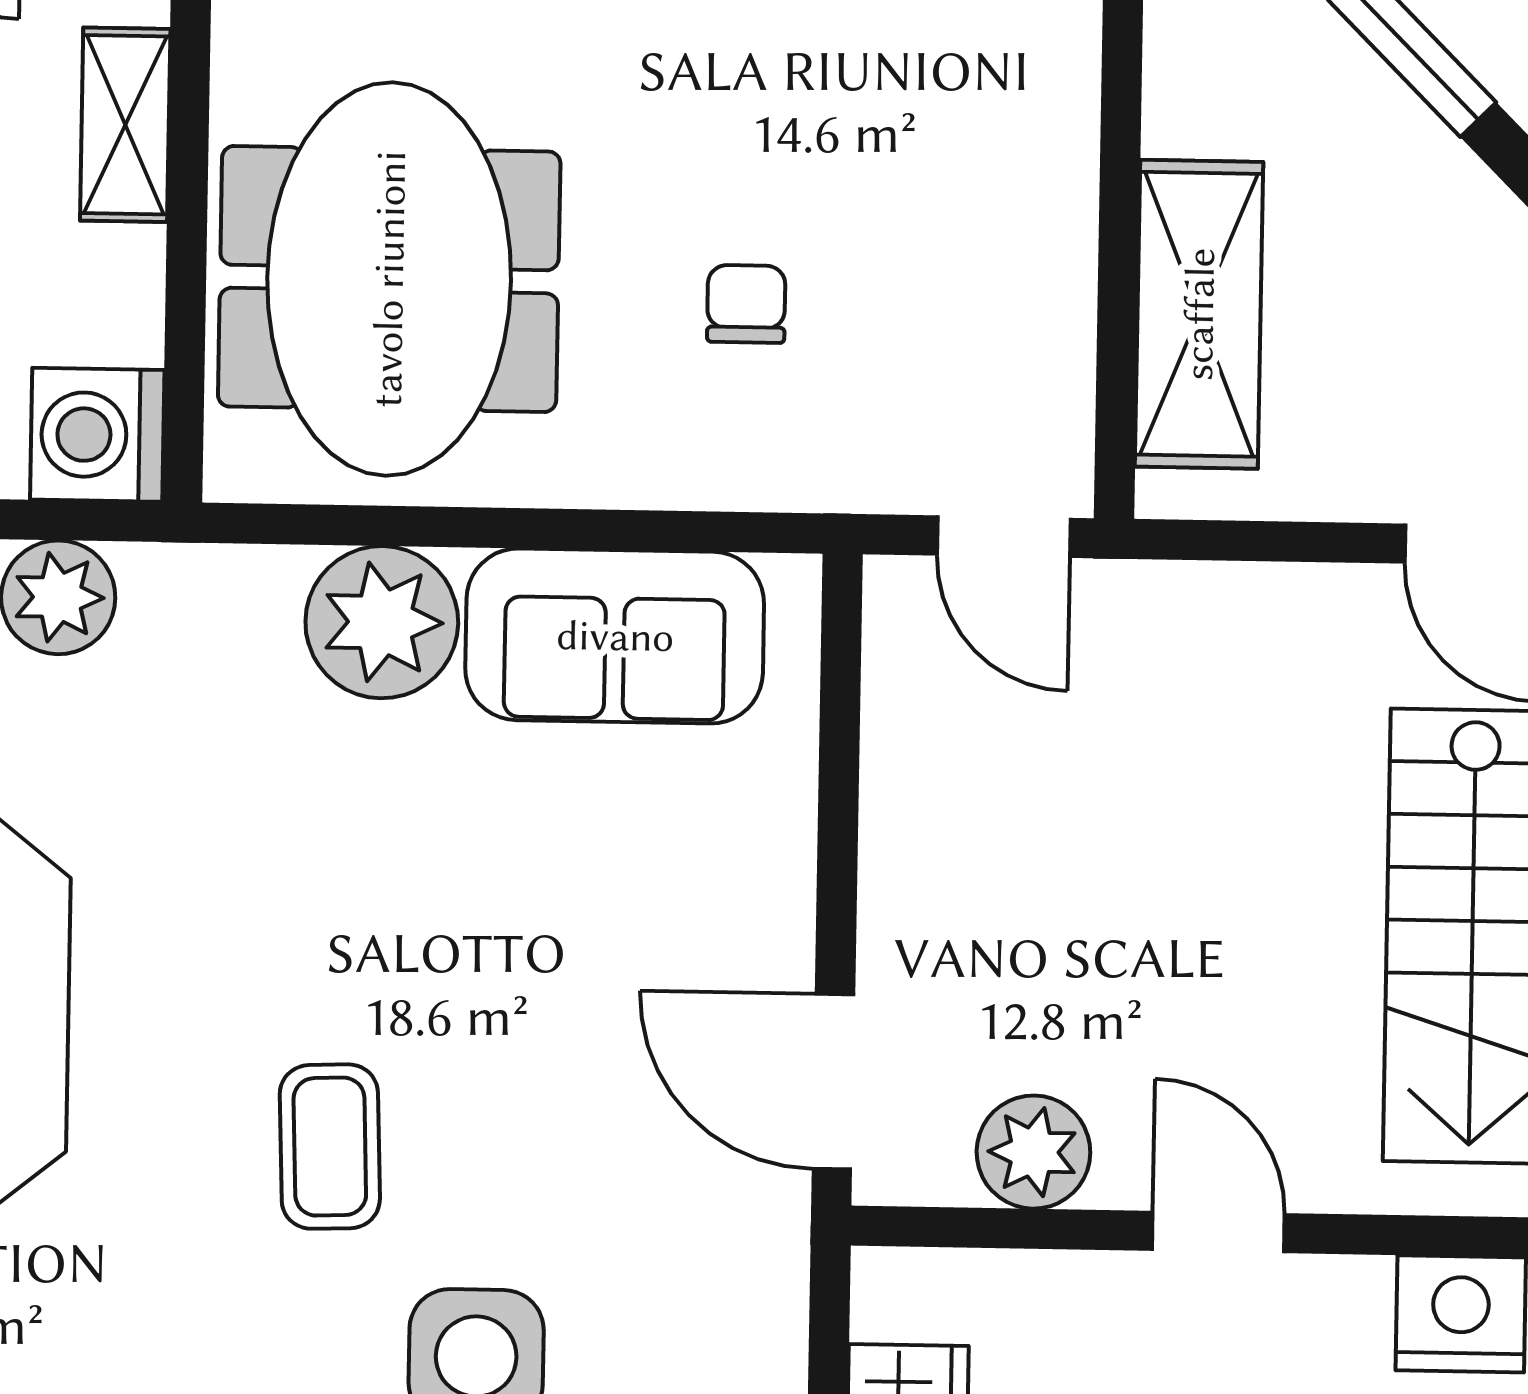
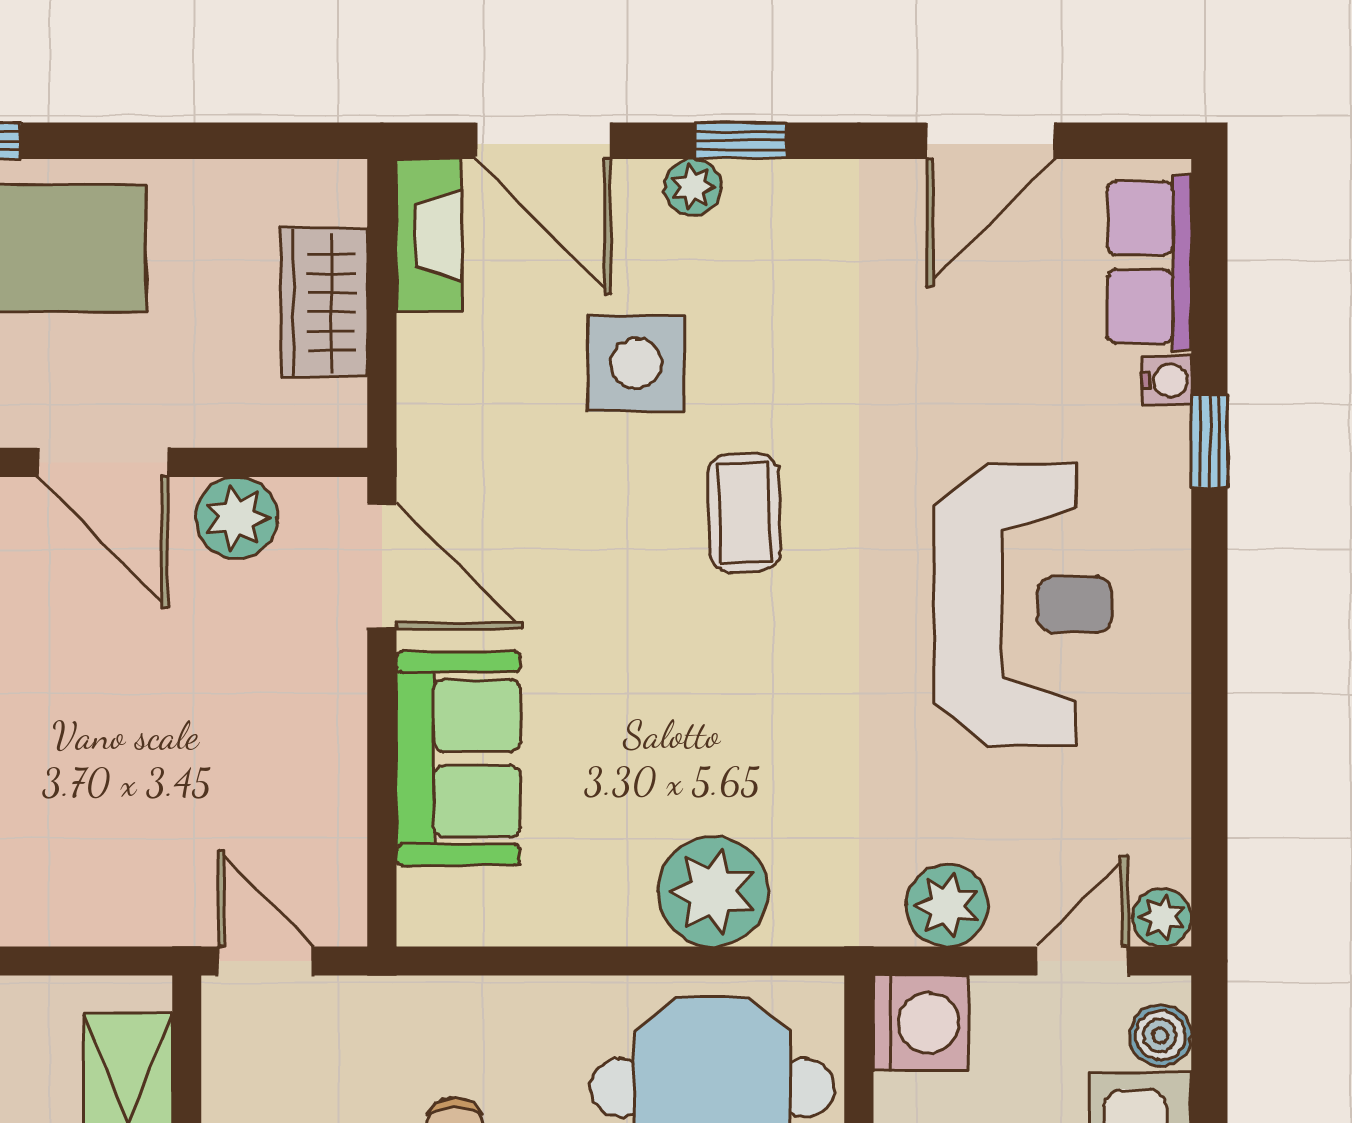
sofa: (615, 636) -> (458, 758), moved, turned 90
door: (1218, 1232) -> (103, 462), width x1.38

